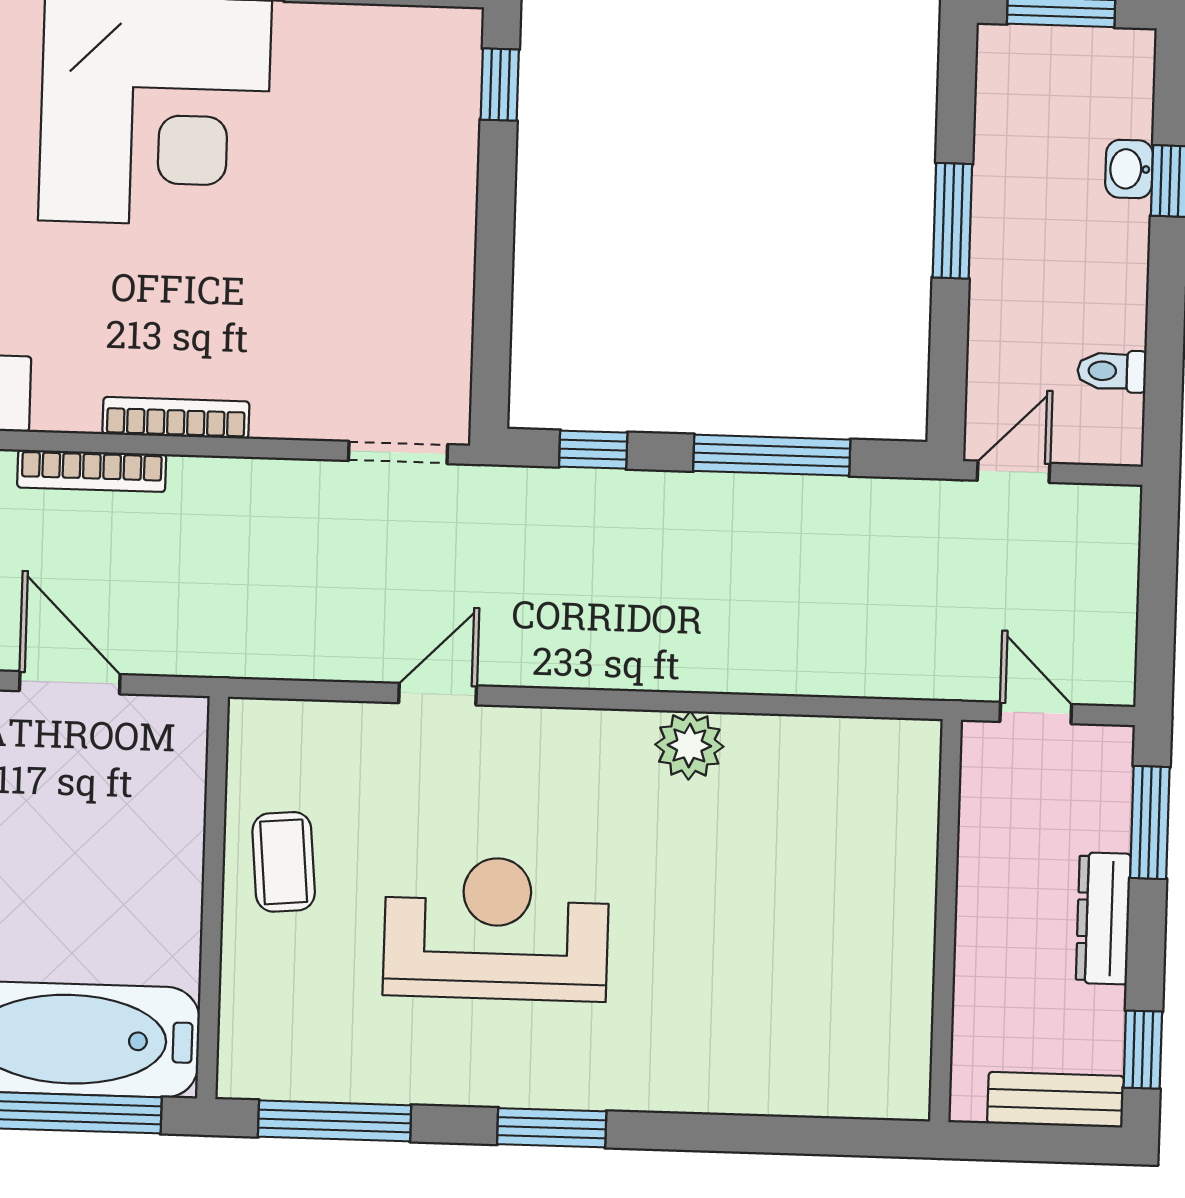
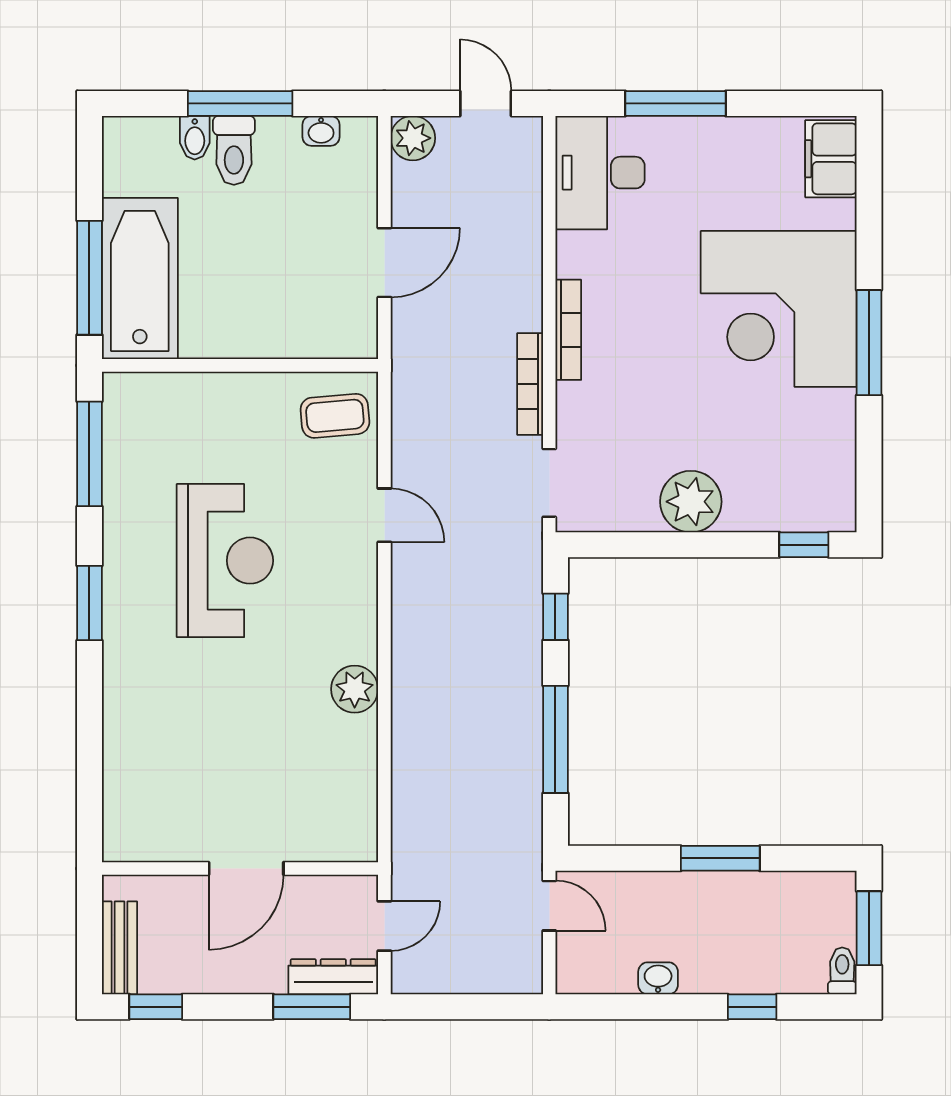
washbasin: (1129, 169) -> (658, 978), moved
plant: (432, 247) -> (691, 502), added
toilet: (1112, 371) -> (842, 971), moved
bookcase: (92, 471) -> (530, 384), moved
coffee table: (284, 862) -> (335, 416), moved
door: (946, 912) -> (246, 869), added
dresser: (1103, 918) -> (333, 977), moved

